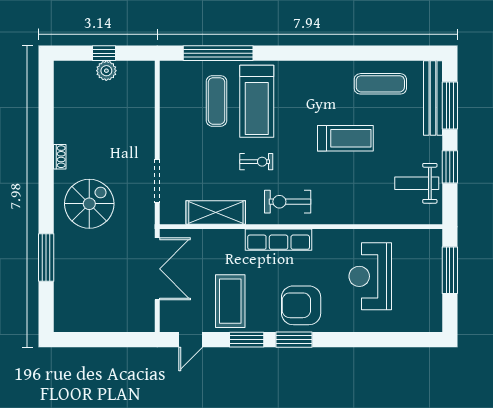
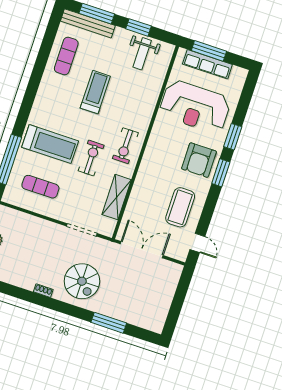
exercise mat: (216, 101) -> (40, 187), moved
exercise bike: (256, 162) -> (91, 158), width x1.38, depth x1.39
spiral stairs: (89, 204) -> (82, 281), turned 180
row of seats: (279, 240) -> (207, 64), moved, turned 90
reception desk: (370, 276) -> (195, 106), width x1.36, depth x1.30
coffee table: (230, 301) -> (180, 207), turned 90
window: (247, 340) -> (233, 137), moved

